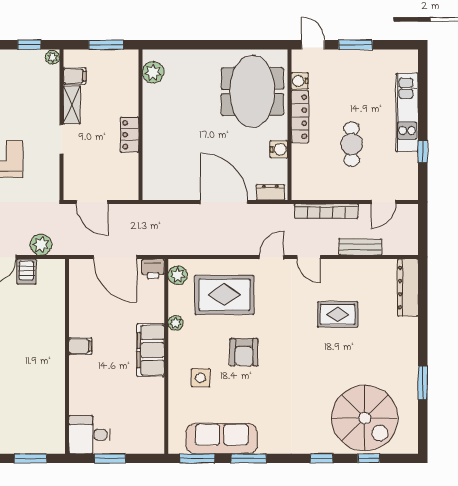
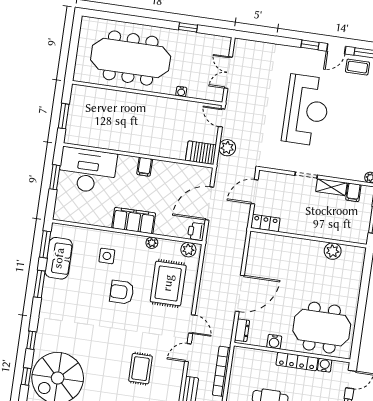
plant: (153, 72) -> (333, 251), moved
locker: (130, 135) -> (265, 223), moved
server rack: (26, 272) -> (201, 153), moved, width x1.36, depth x1.44
desk: (89, 435) -> (87, 171), width x1.87, depth x1.30
sofa: (222, 439) -> (59, 258), width x0.73

